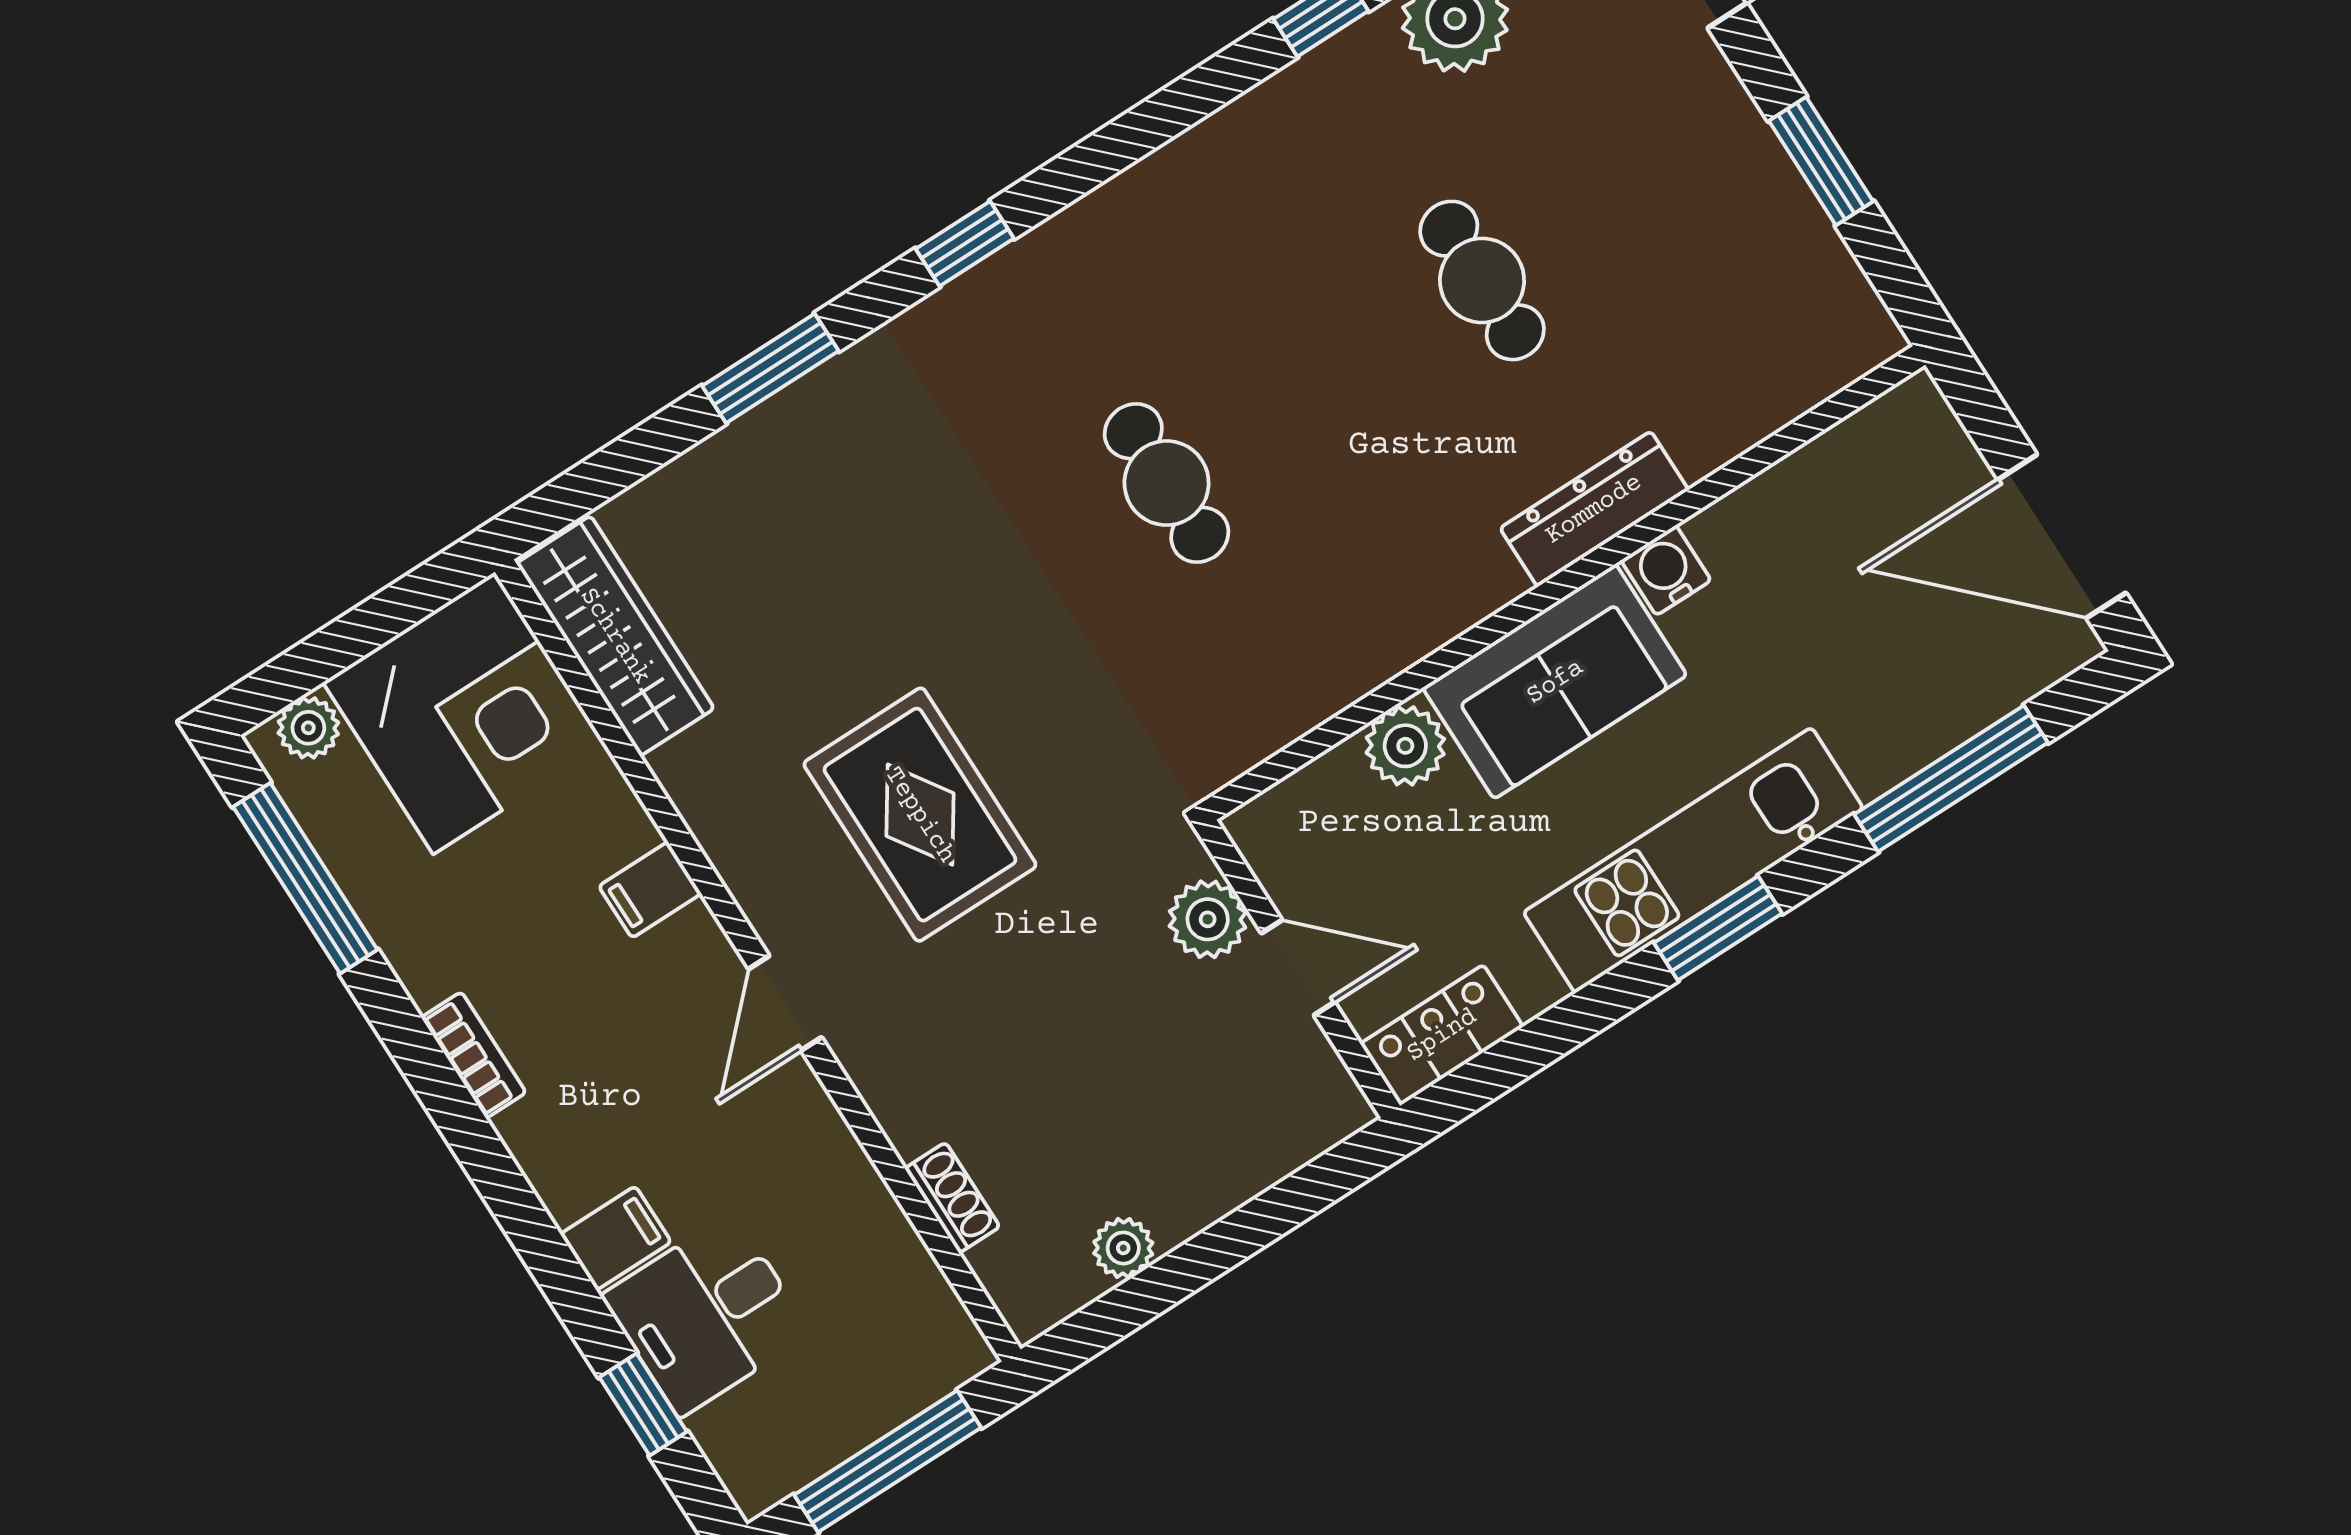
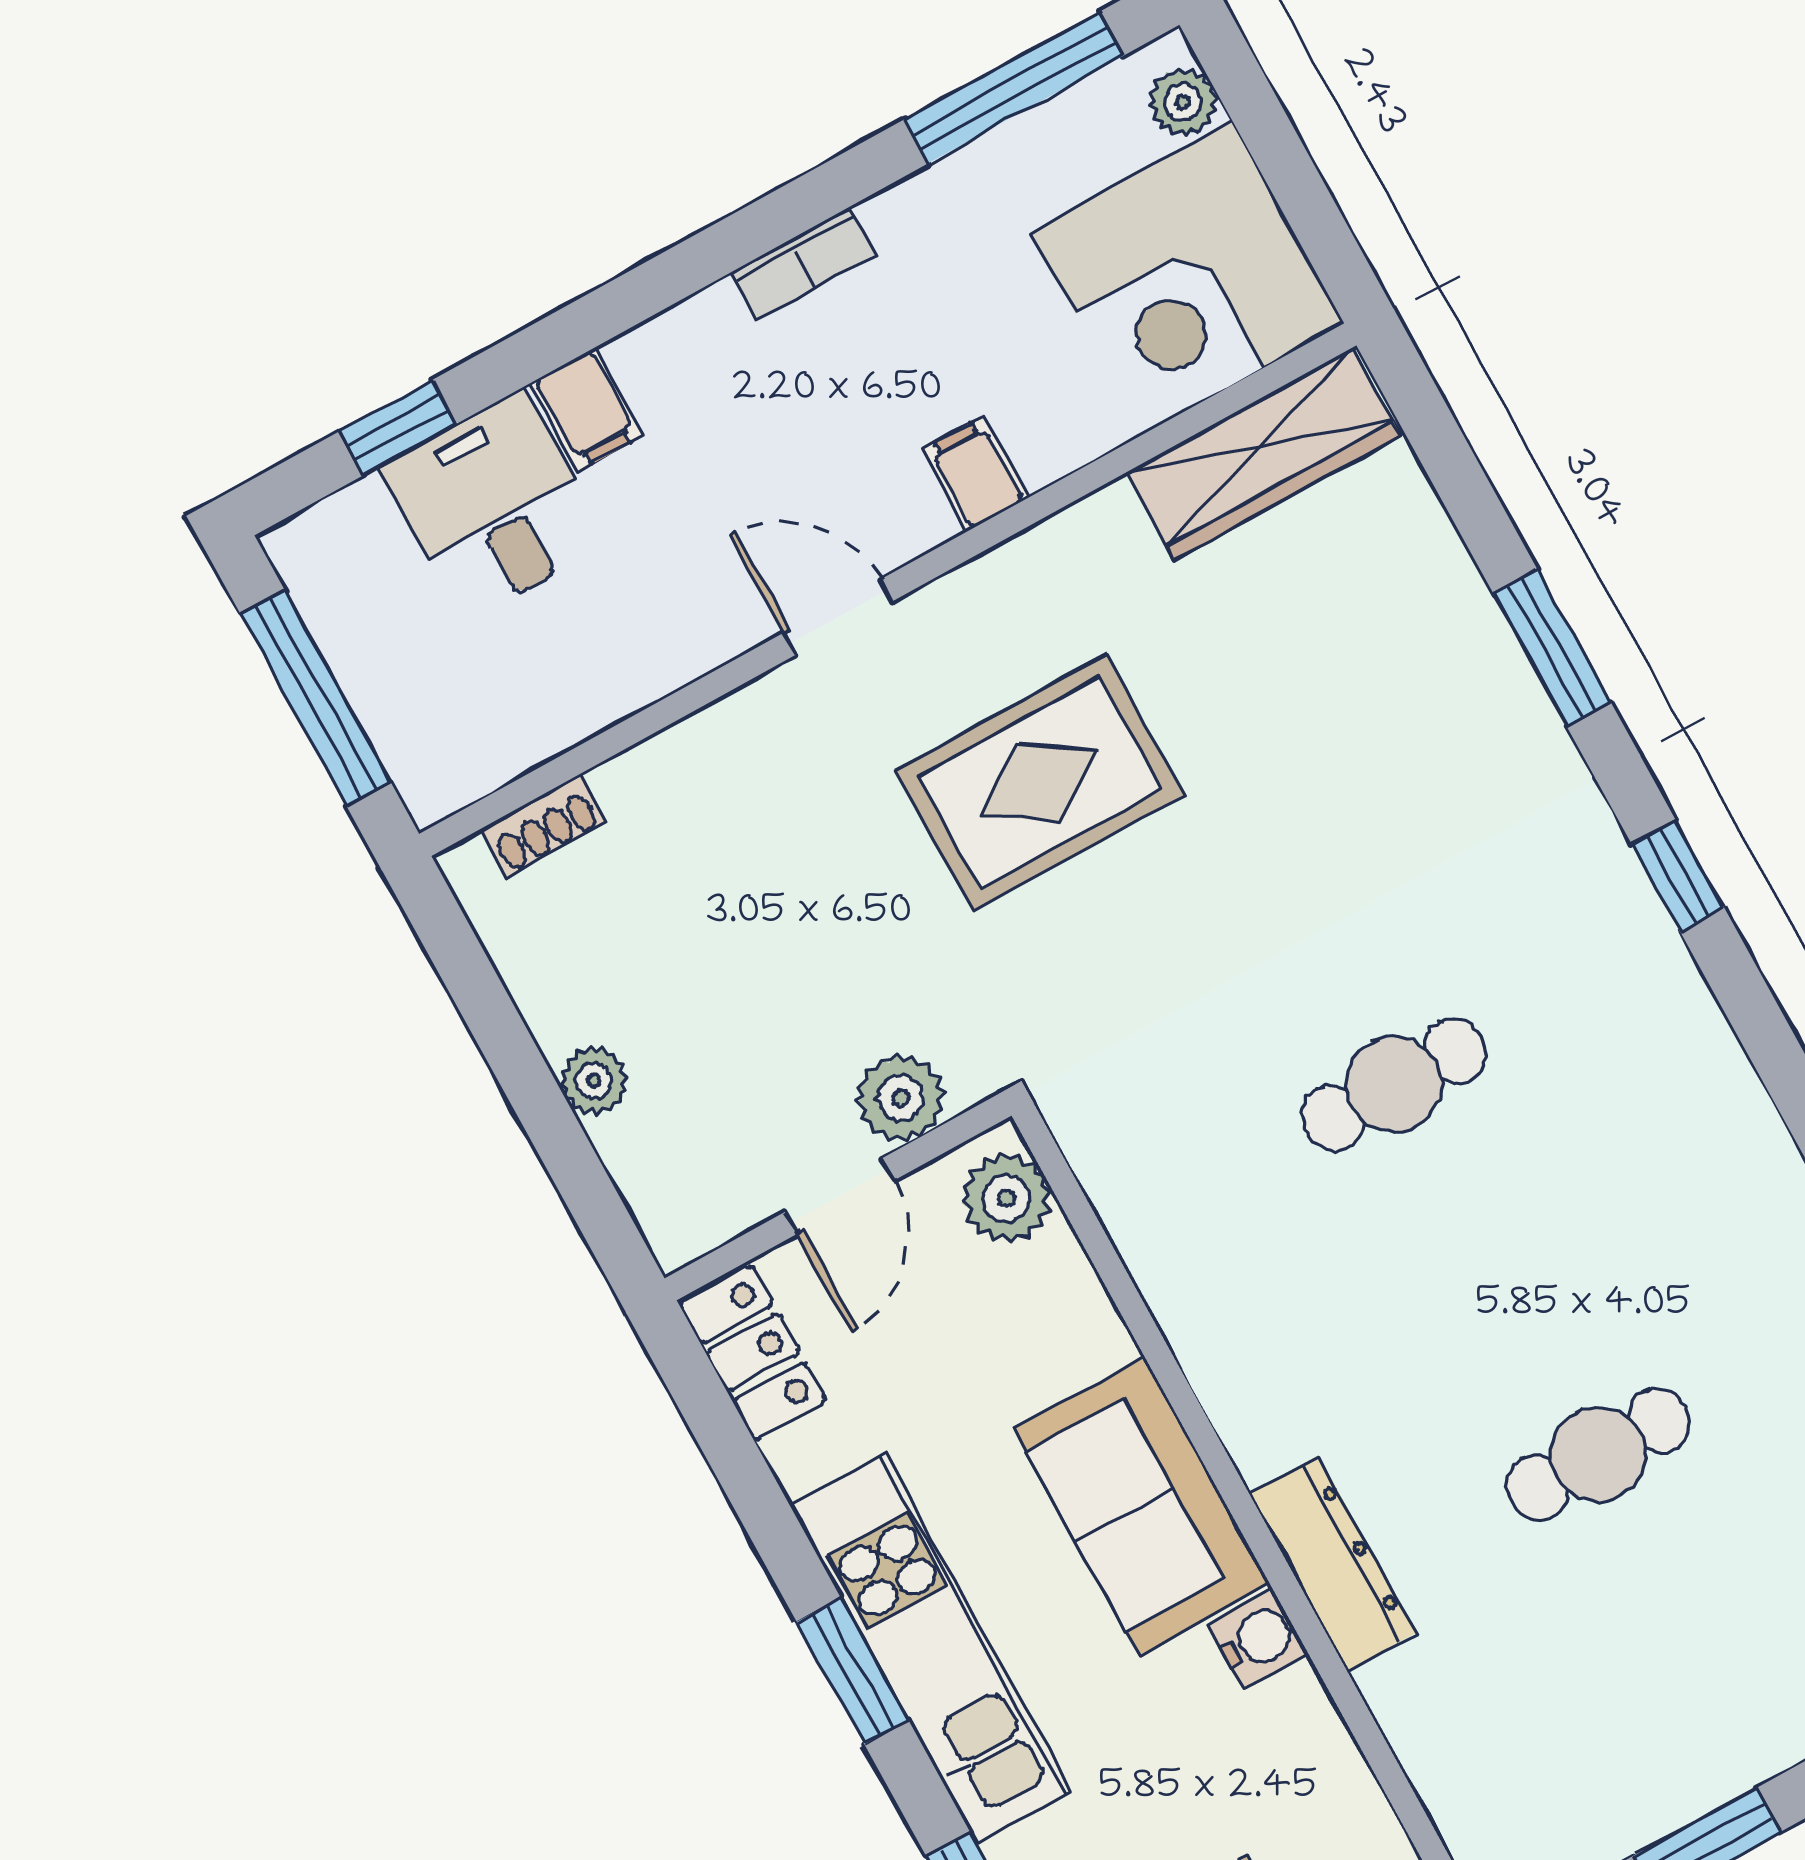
plant: (1405, 746) -> (1006, 1198), moved
shoe rack: (952, 1198) -> (543, 826), moved
plant: (1123, 1248) -> (594, 1081), moved

